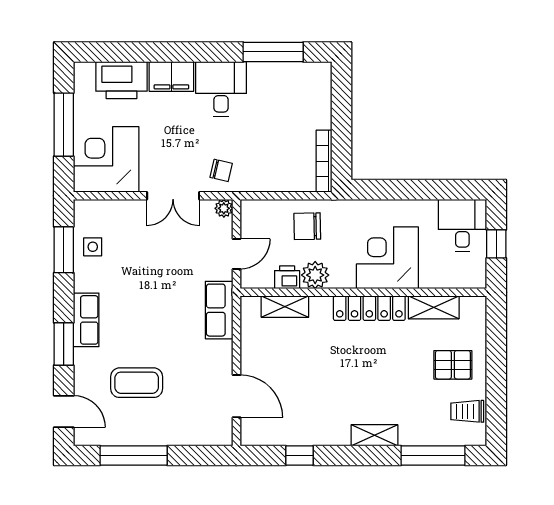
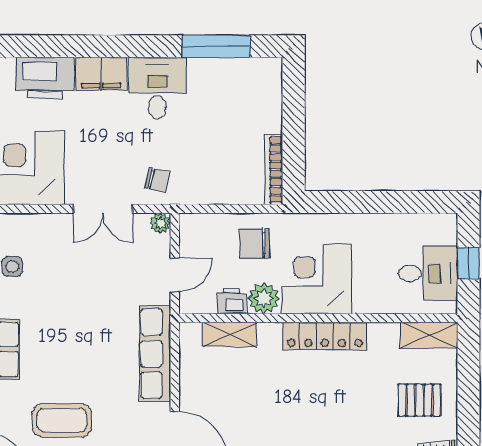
desk: (462, 225) -> (428, 273), moved, turned 90
corner desk: (387, 258) -> (316, 279), moved
shelving: (434, 307) -> (429, 335), moved
row of seats: (219, 310) -> (155, 354), width x1.48

